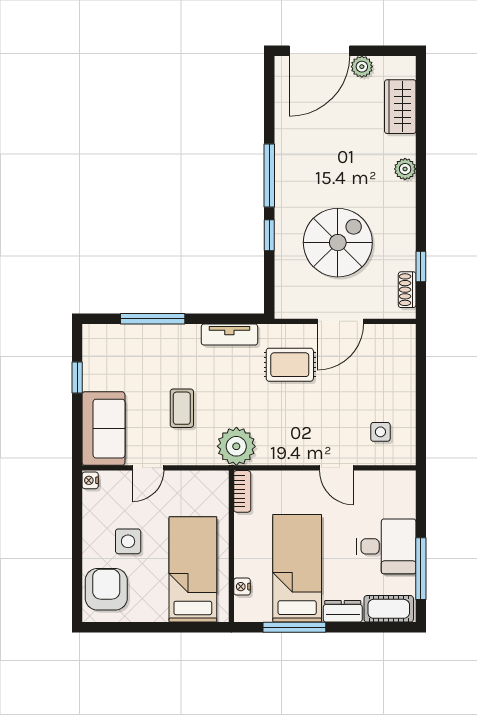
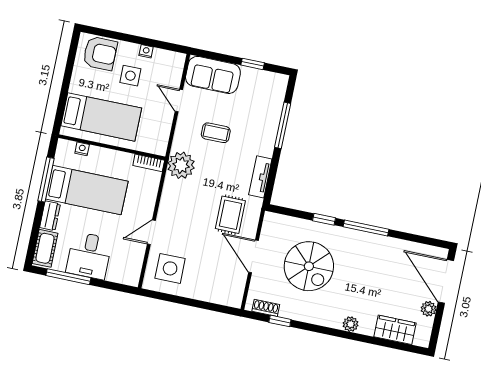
side table: (380, 432) -> (170, 268), width x1.87, depth x1.87
nightstand: (90, 480) -> (146, 51), moved

